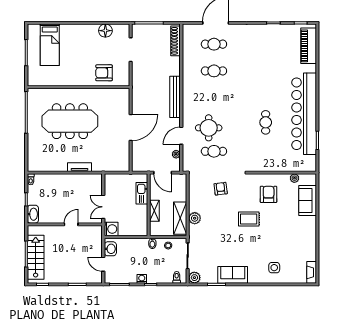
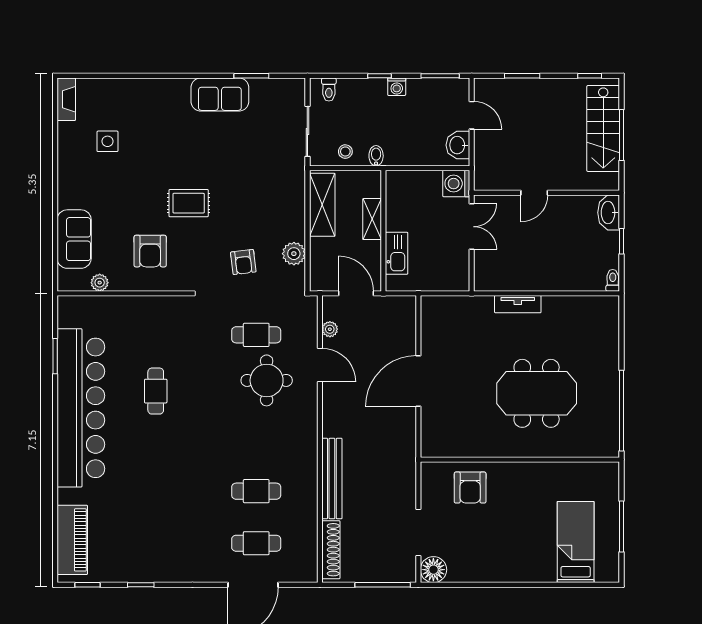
floor lamp: (105, 31) -> (433, 570), moved
armchair: (104, 73) -> (470, 488), turned 90
bench: (175, 97) -> (332, 479), moved
meeting table: (70, 121) -> (537, 393), width x0.73
door: (181, 136) -> (320, 365), hinge flipped
plant: (195, 218) -> (294, 254), moved
side table: (274, 268) -> (107, 141), moved
plant: (194, 278) -> (294, 89), removed

